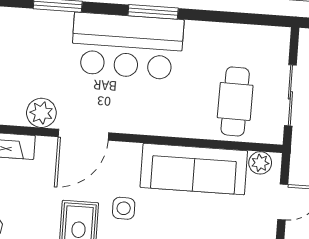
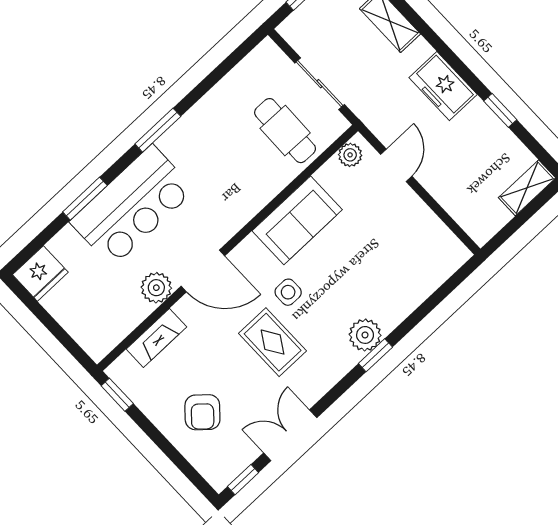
bar counter: (127, 46) -> (132, 206), moved
door: (83, 135) -> (203, 271), hinge flipped
sofa: (194, 169) -> (297, 220), width x0.73

